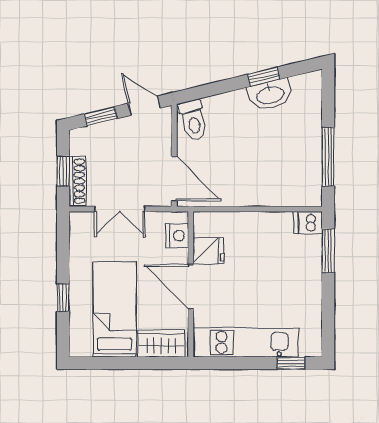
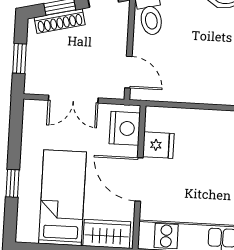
door: (174, 179) -> (128, 72), width x0.73
shoe rack: (77, 181) -> (60, 21), moved, turned 76
nightstand: (177, 236) -> (125, 128), width x1.36, depth x1.33

